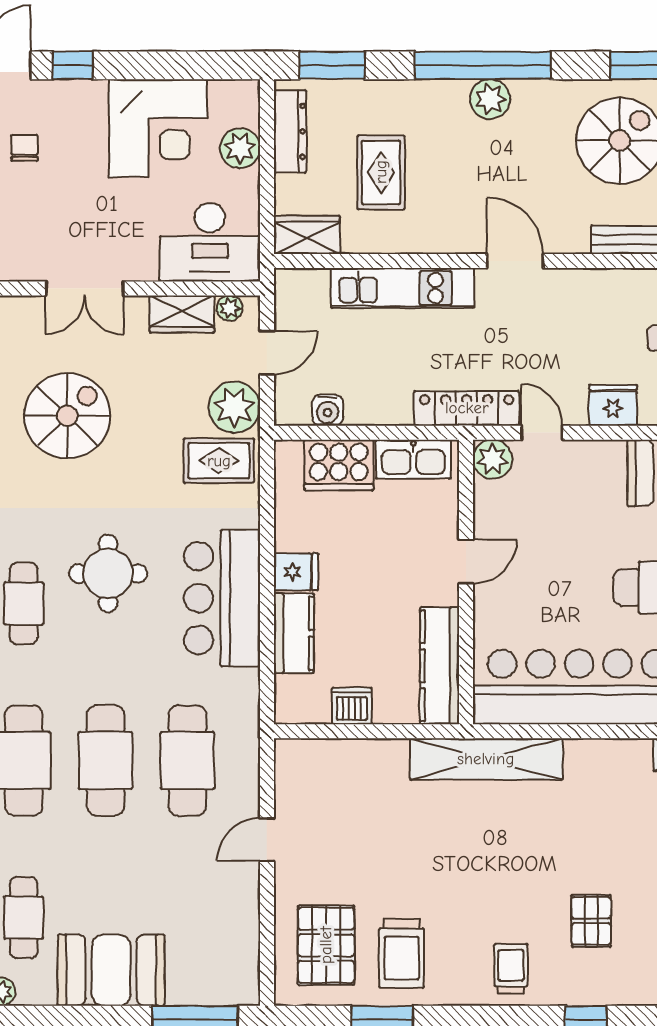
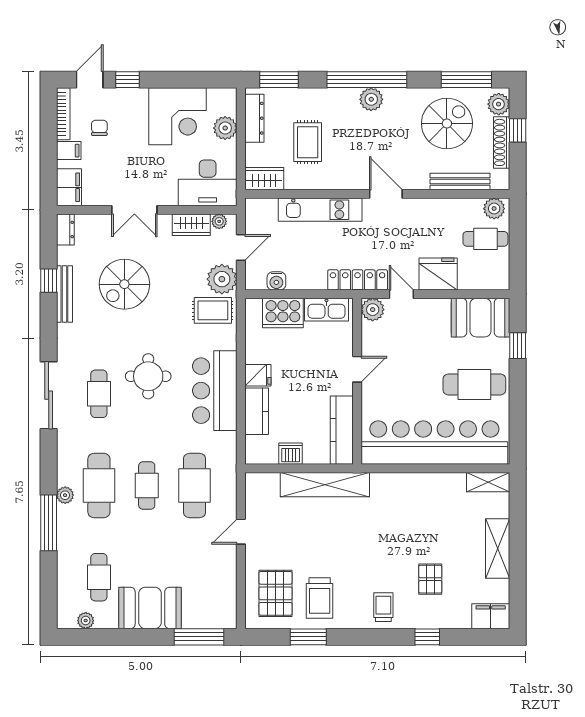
fridge: (613, 405) -> (438, 274), width x1.36, depth x1.34
spiral stairs: (67, 416) -> (124, 284), turned 180
shelving: (486, 759) -> (325, 485), moved
cafe table: (106, 761) -> (147, 485), width x0.73, depth x0.74

